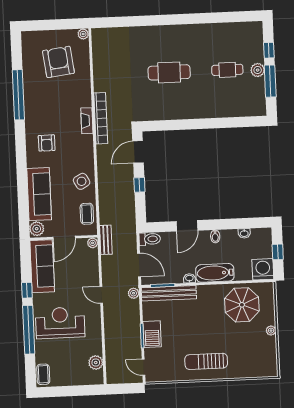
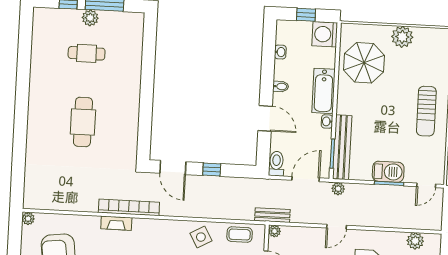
cafe table: (227, 70) -> (87, 53), turned 90
fireplace: (87, 121) -> (116, 223), moved
plant: (271, 331) -> (402, 37), width x1.88, depth x1.88

